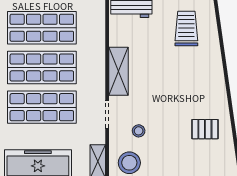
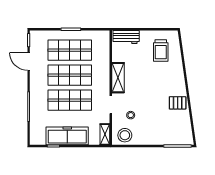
trolley: (186, 28) -> (161, 51), turned 180
pallet: (205, 129) -> (178, 103), moved

